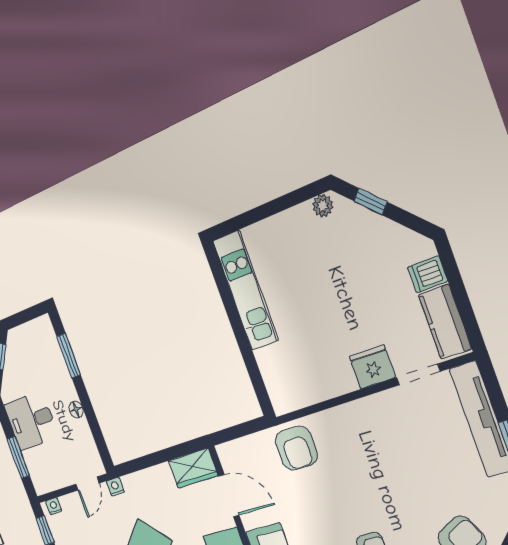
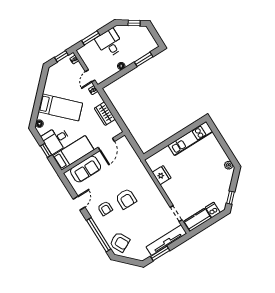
window: (370, 201) -> (231, 198), moved
fridge: (372, 367) -> (162, 175), moved
armchair: (296, 448) -> (126, 199), moved, turned -90
wardrobe: (193, 468) -> (105, 114), moved
door: (87, 484) -> (90, 76), hinge flipped

